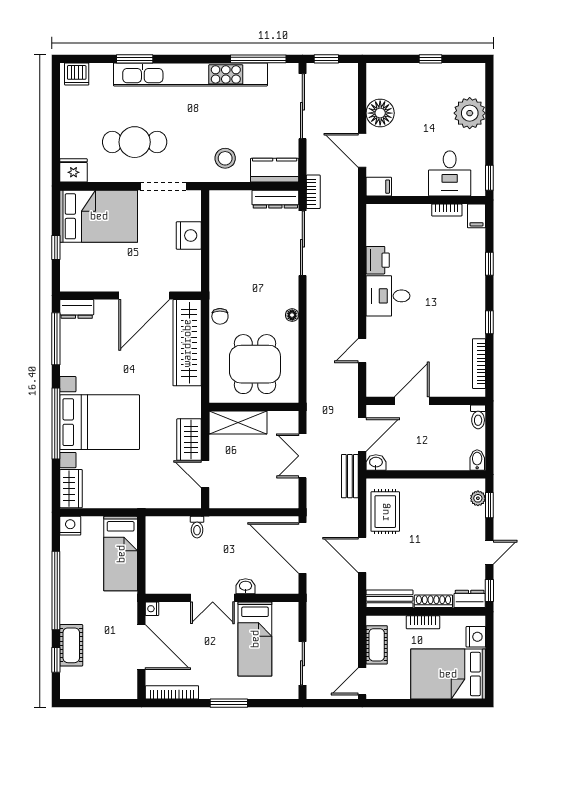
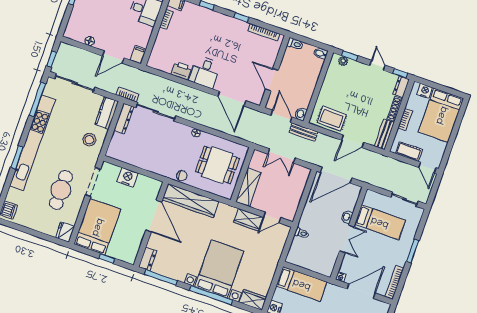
window: (135, 59) -> (17, 158), moved
floor lamp: (380, 113) -> (90, 41), width x0.53, depth x0.53
door: (362, 351) -> (232, 99), width x1.88

